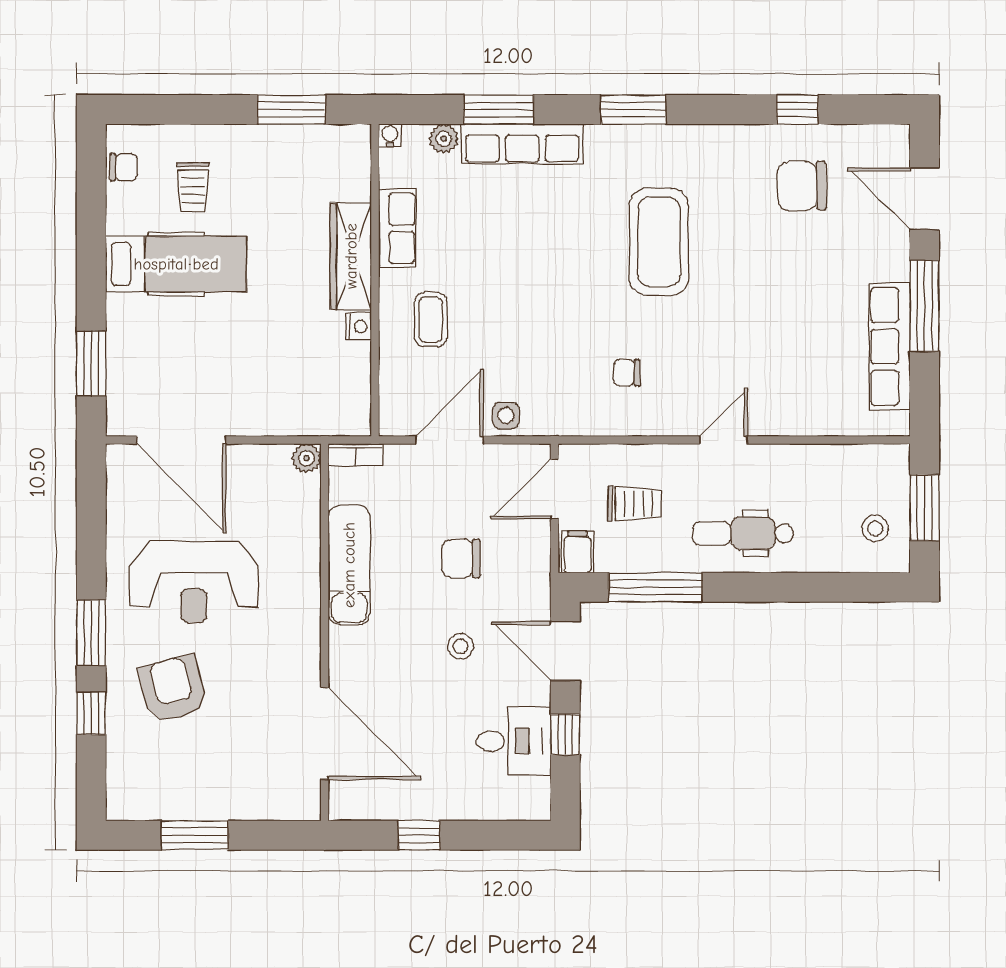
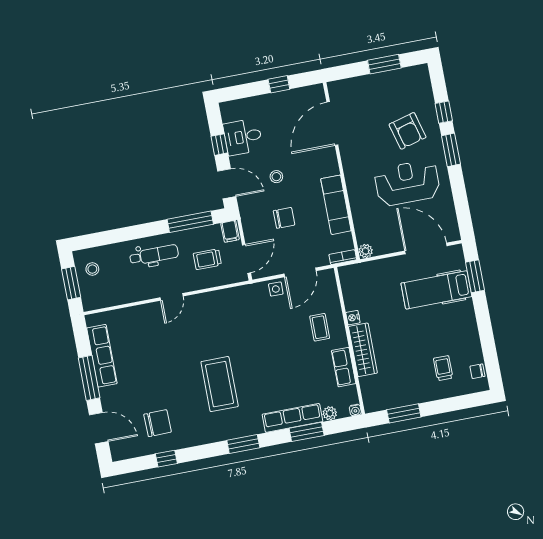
hospital bed: (176, 264) -> (436, 290), moved
chair: (627, 373) -> (223, 320), removed
door: (325, 734) -> (332, 123), hinge flipped

